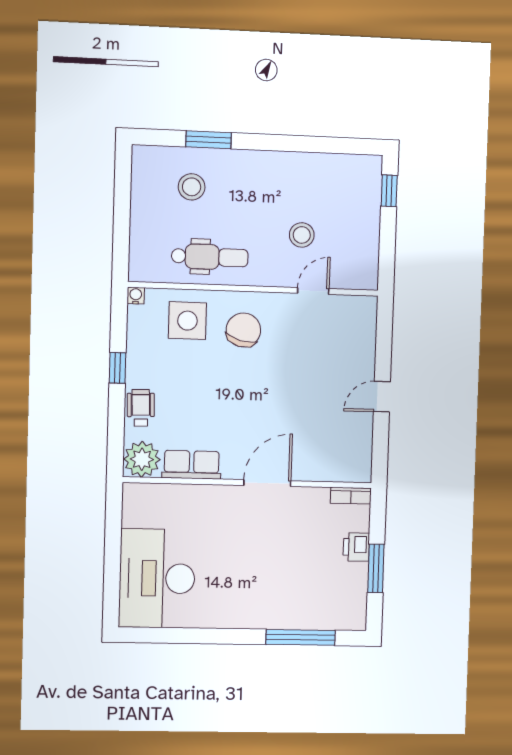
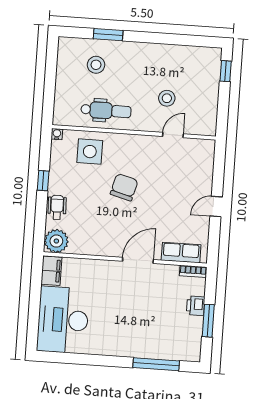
chair: (243, 330) -> (124, 187), moved
row of seats: (192, 465) -> (181, 253), moved
filing cabinet: (136, 505) -> (51, 271), added

